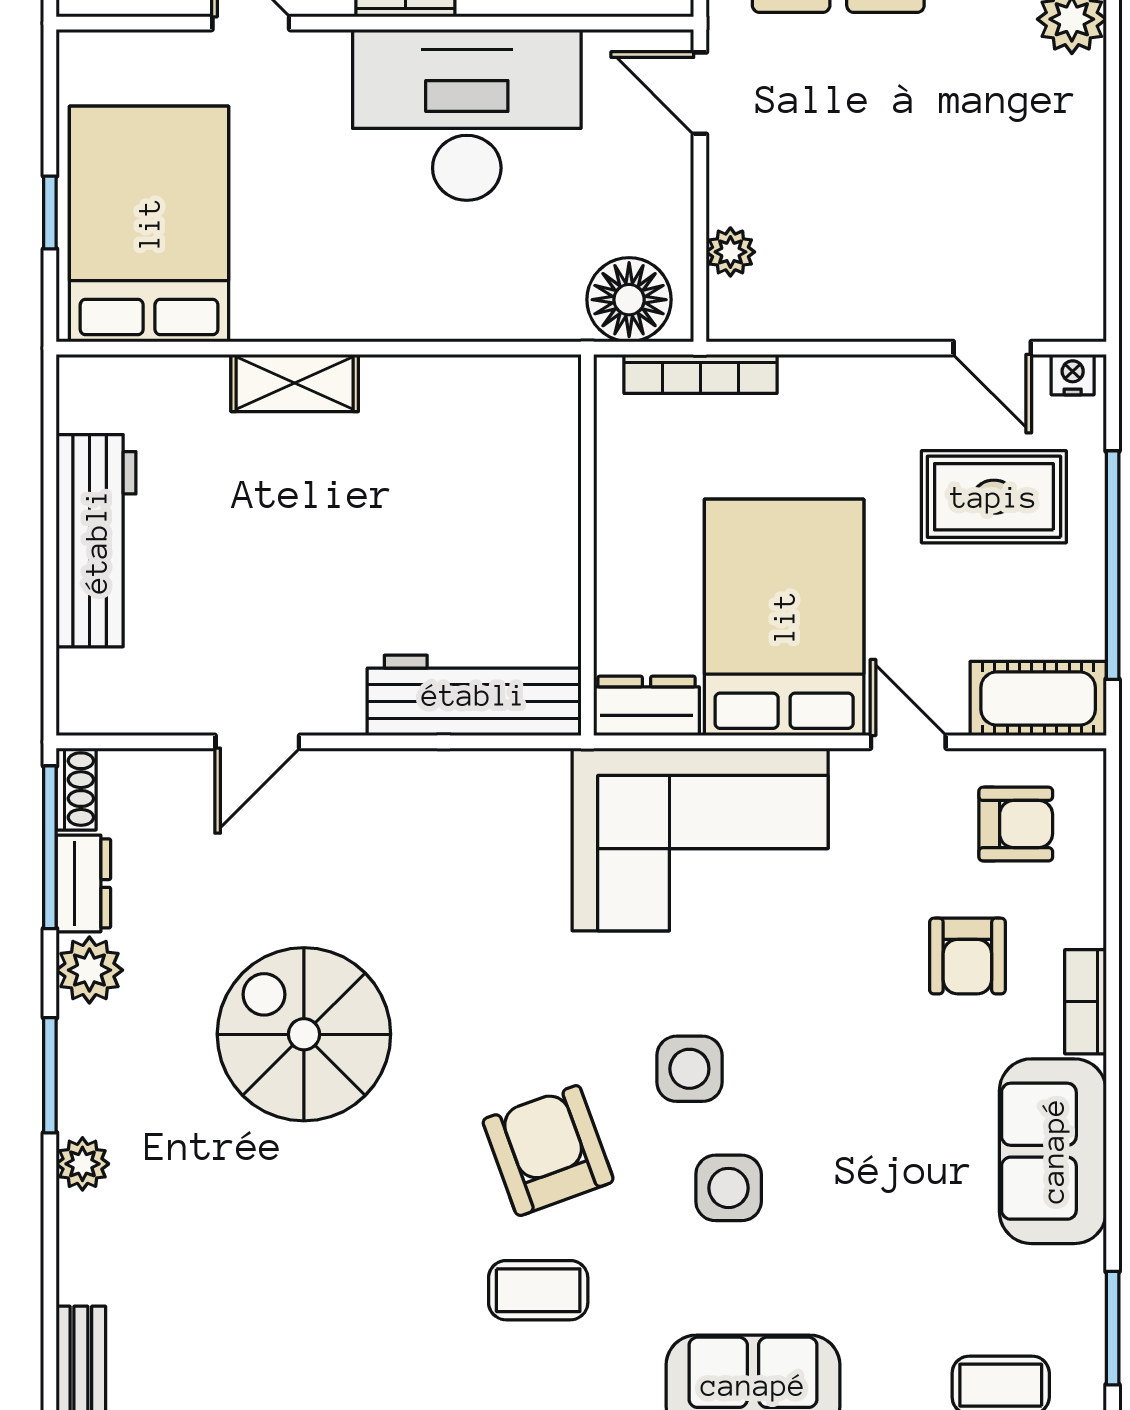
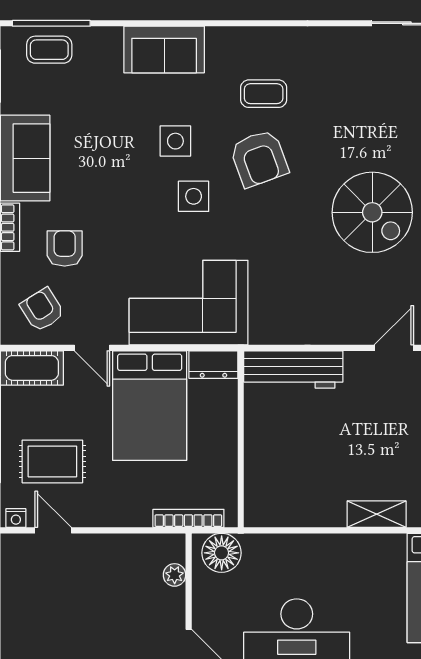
armchair: (1016, 824) -> (42, 310), turned 58

